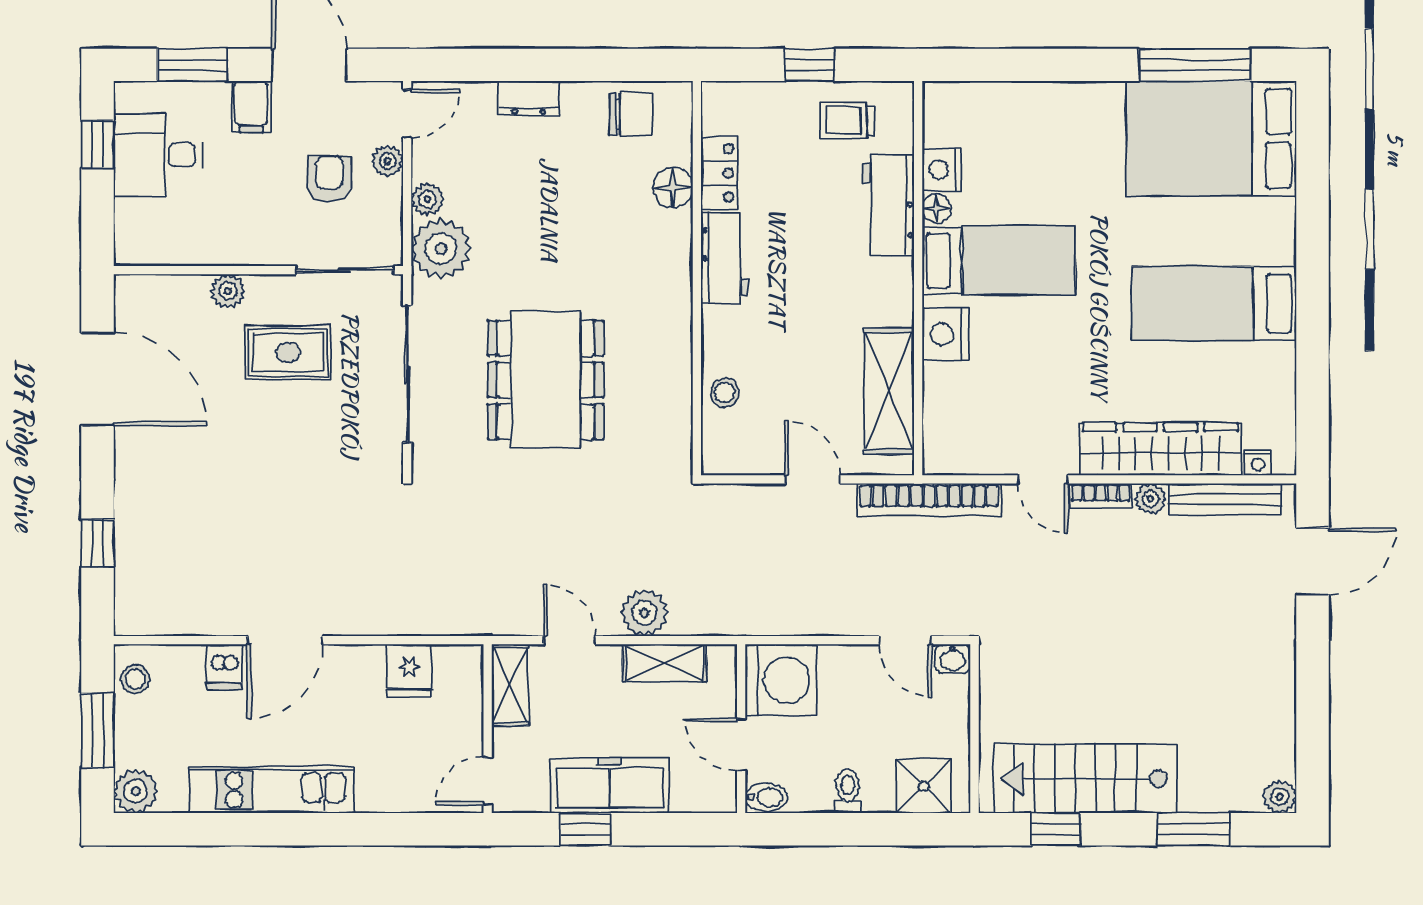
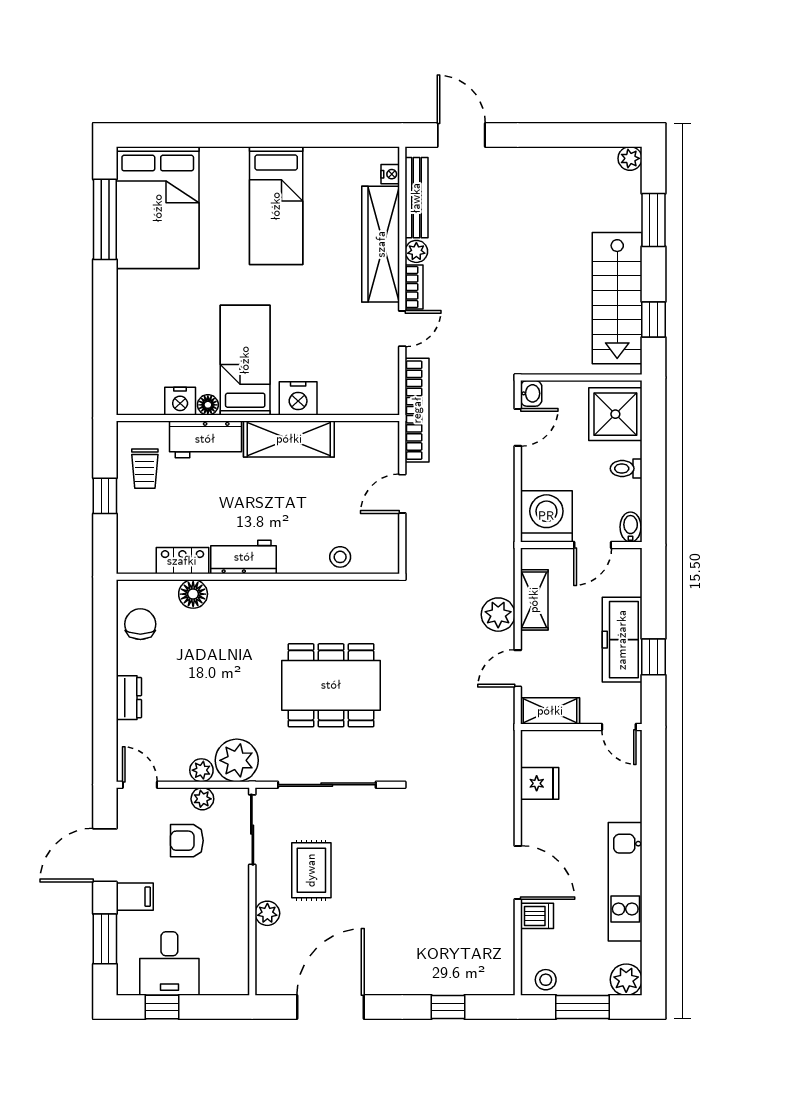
plant: (388, 161) -> (202, 799), moved
shelving: (889, 391) -> (289, 439), moved
shower: (924, 786) -> (615, 414), width x1.36, depth x1.36

